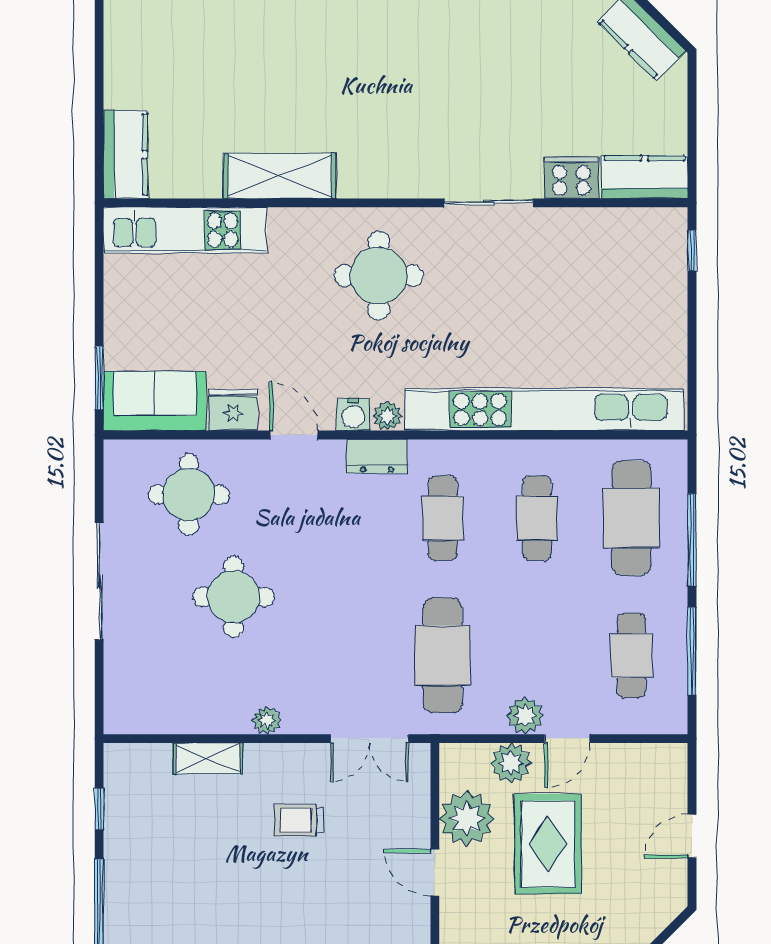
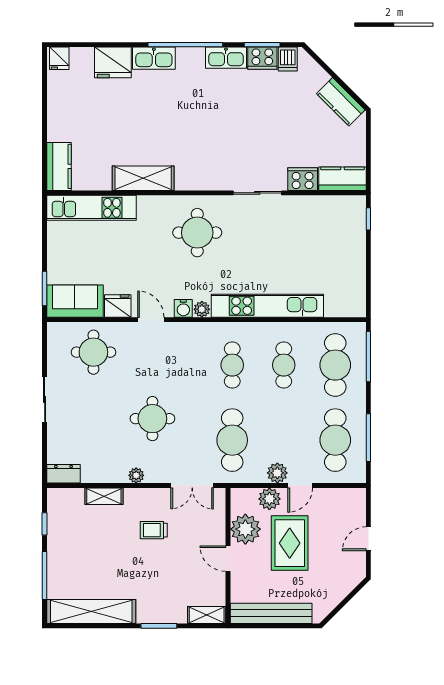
kitchen unit: (544, 410) -> (267, 306), width x0.73
dresser: (377, 456) -> (63, 474), moved, turned 180
window: (692, 540) -> (368, 357), moved
sliding door: (99, 581) -> (45, 399), width x0.73
round table: (234, 597) -> (152, 419), moved
cafe table: (631, 655) -> (335, 440), width x1.37, depth x1.35

